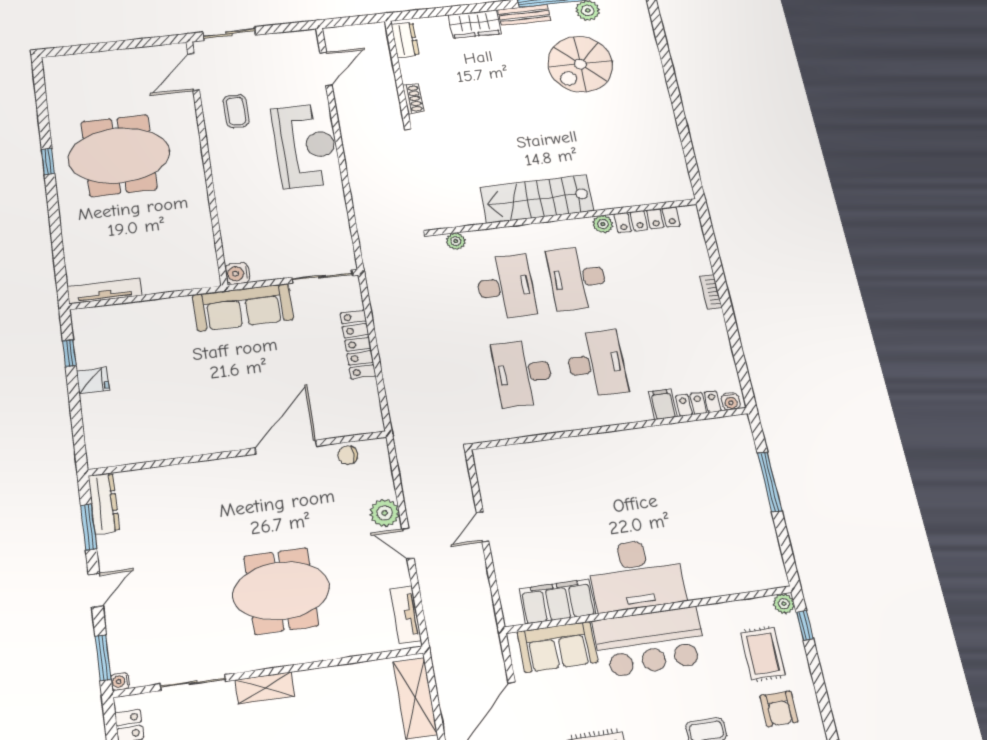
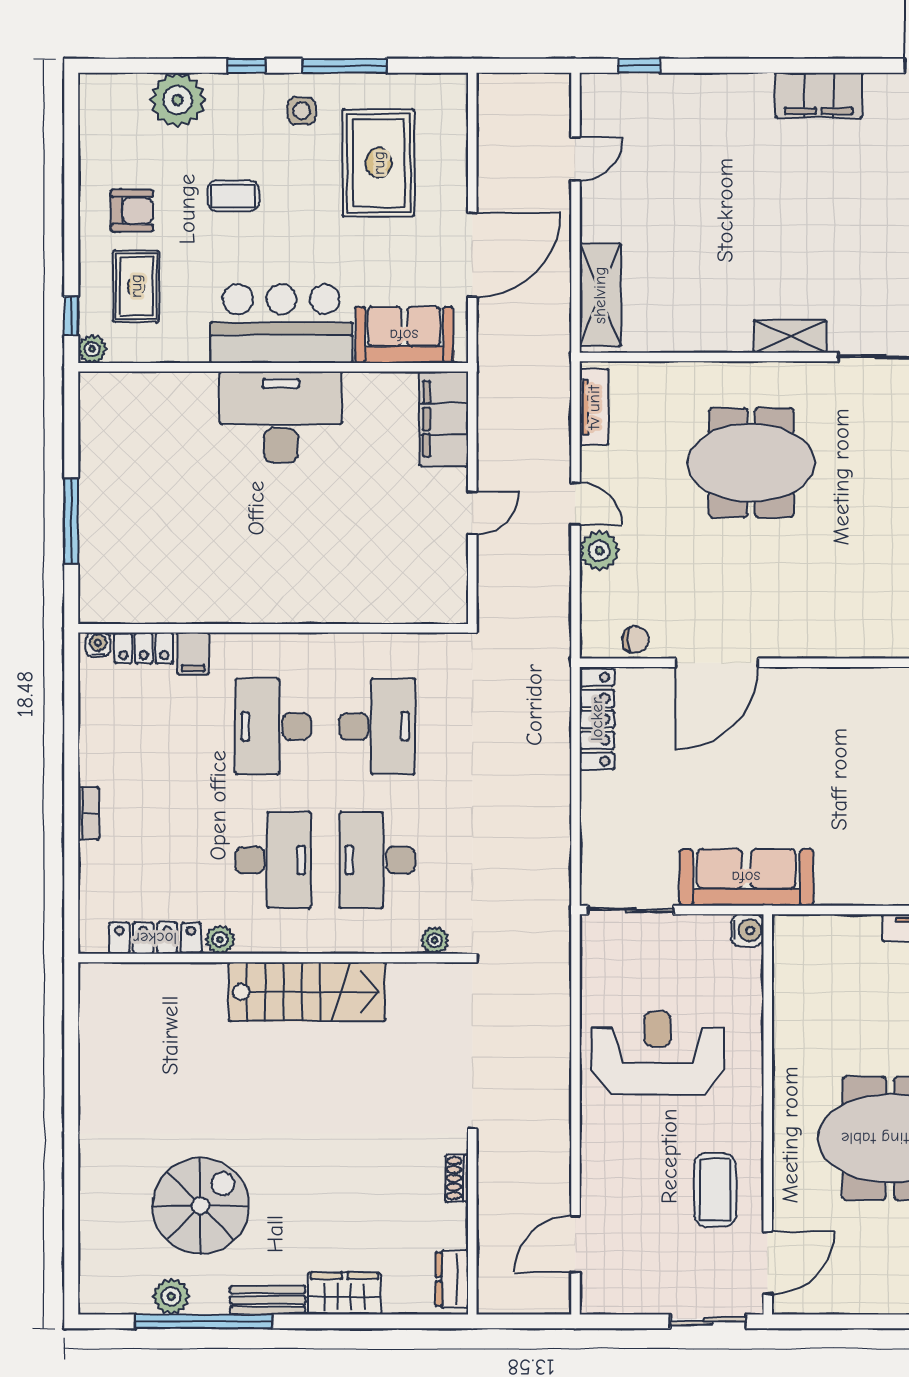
coffee table: (236, 111) -> (715, 1190), width x1.36, depth x1.30
reception desk: (305, 146) -> (658, 1053), moved, turned 90
locker: (358, 344) -> (597, 719), moved
filing cabinet: (558, 601) -> (444, 419), moved, turned 90
armchair: (779, 709) -> (132, 211), turned 90

